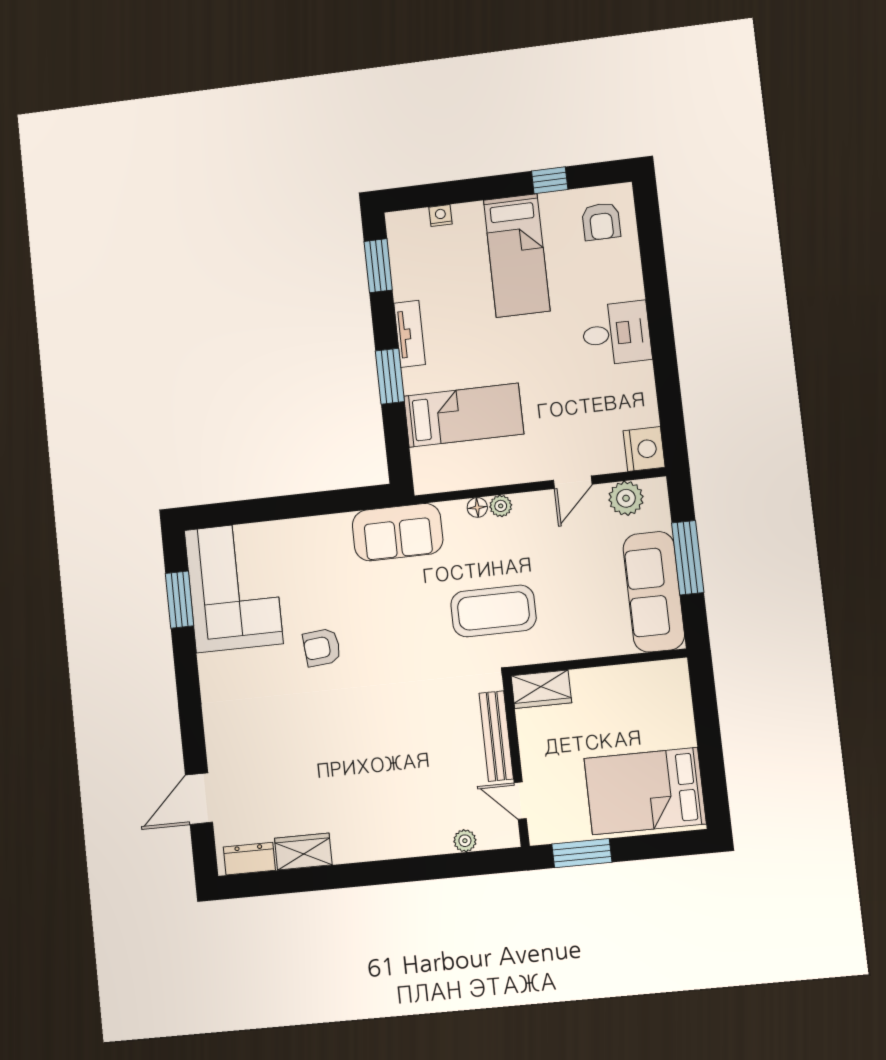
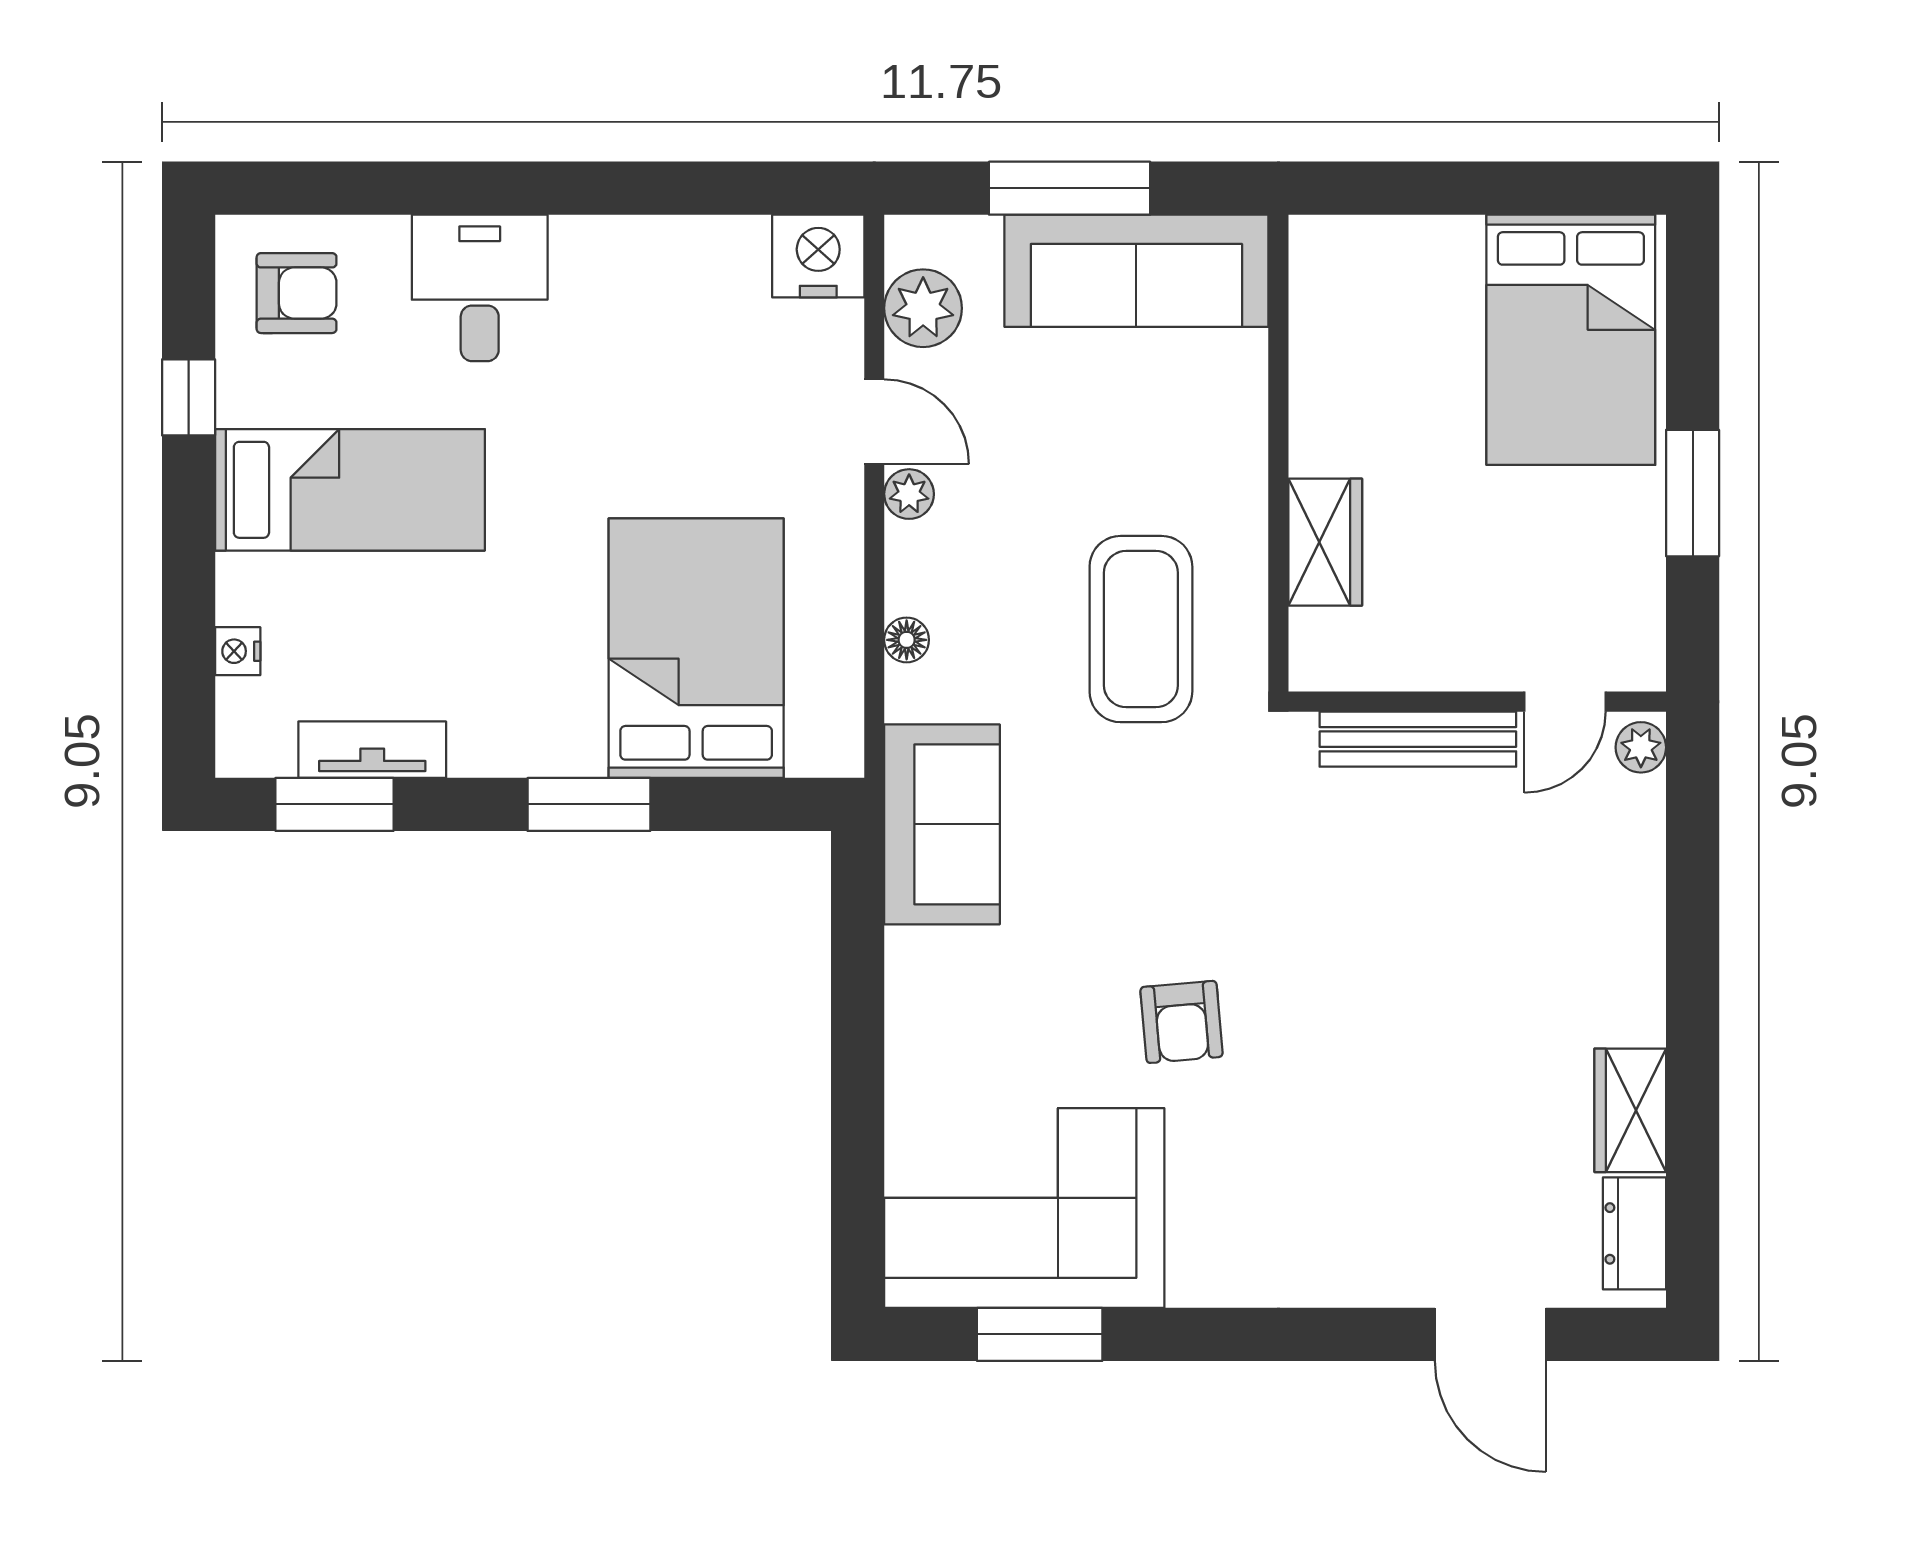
desk: (616, 333) -> (480, 288), moved
tv unit: (410, 334) -> (372, 750), moved
bed: (464, 415) -> (696, 648), width x1.50
plant: (501, 506) -> (909, 494), moved
bench: (496, 736) -> (1418, 739), moved
wall: (516, 761) -> (1477, 702), moved
door: (520, 801) -> (1565, 702), moved

